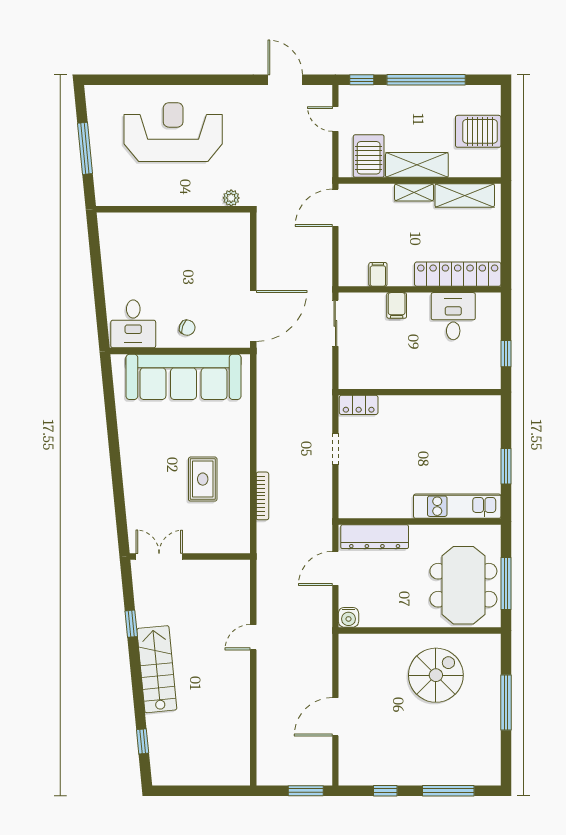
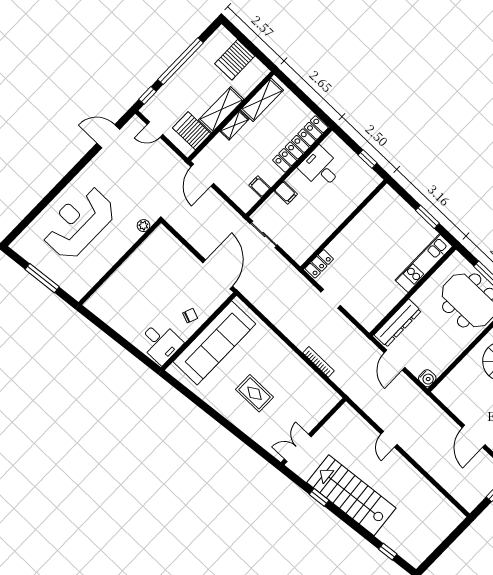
rug: (203, 479) -> (255, 393), moved
stairs: (157, 669) -> (351, 495), width x1.36, depth x1.51

